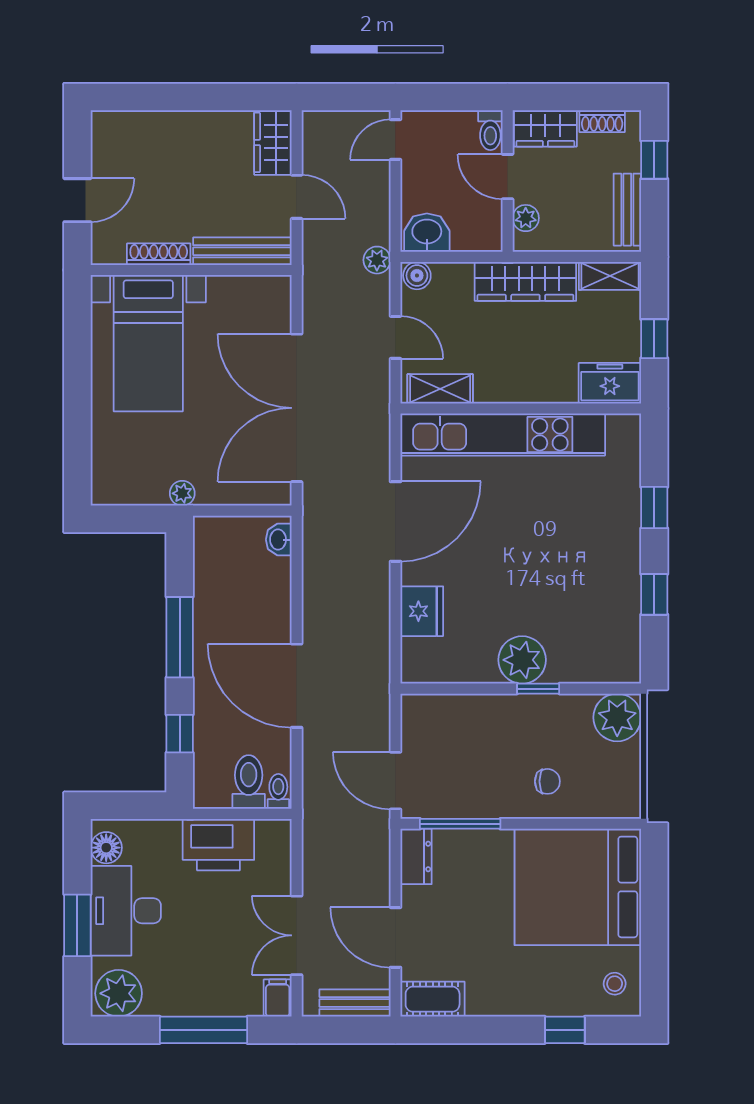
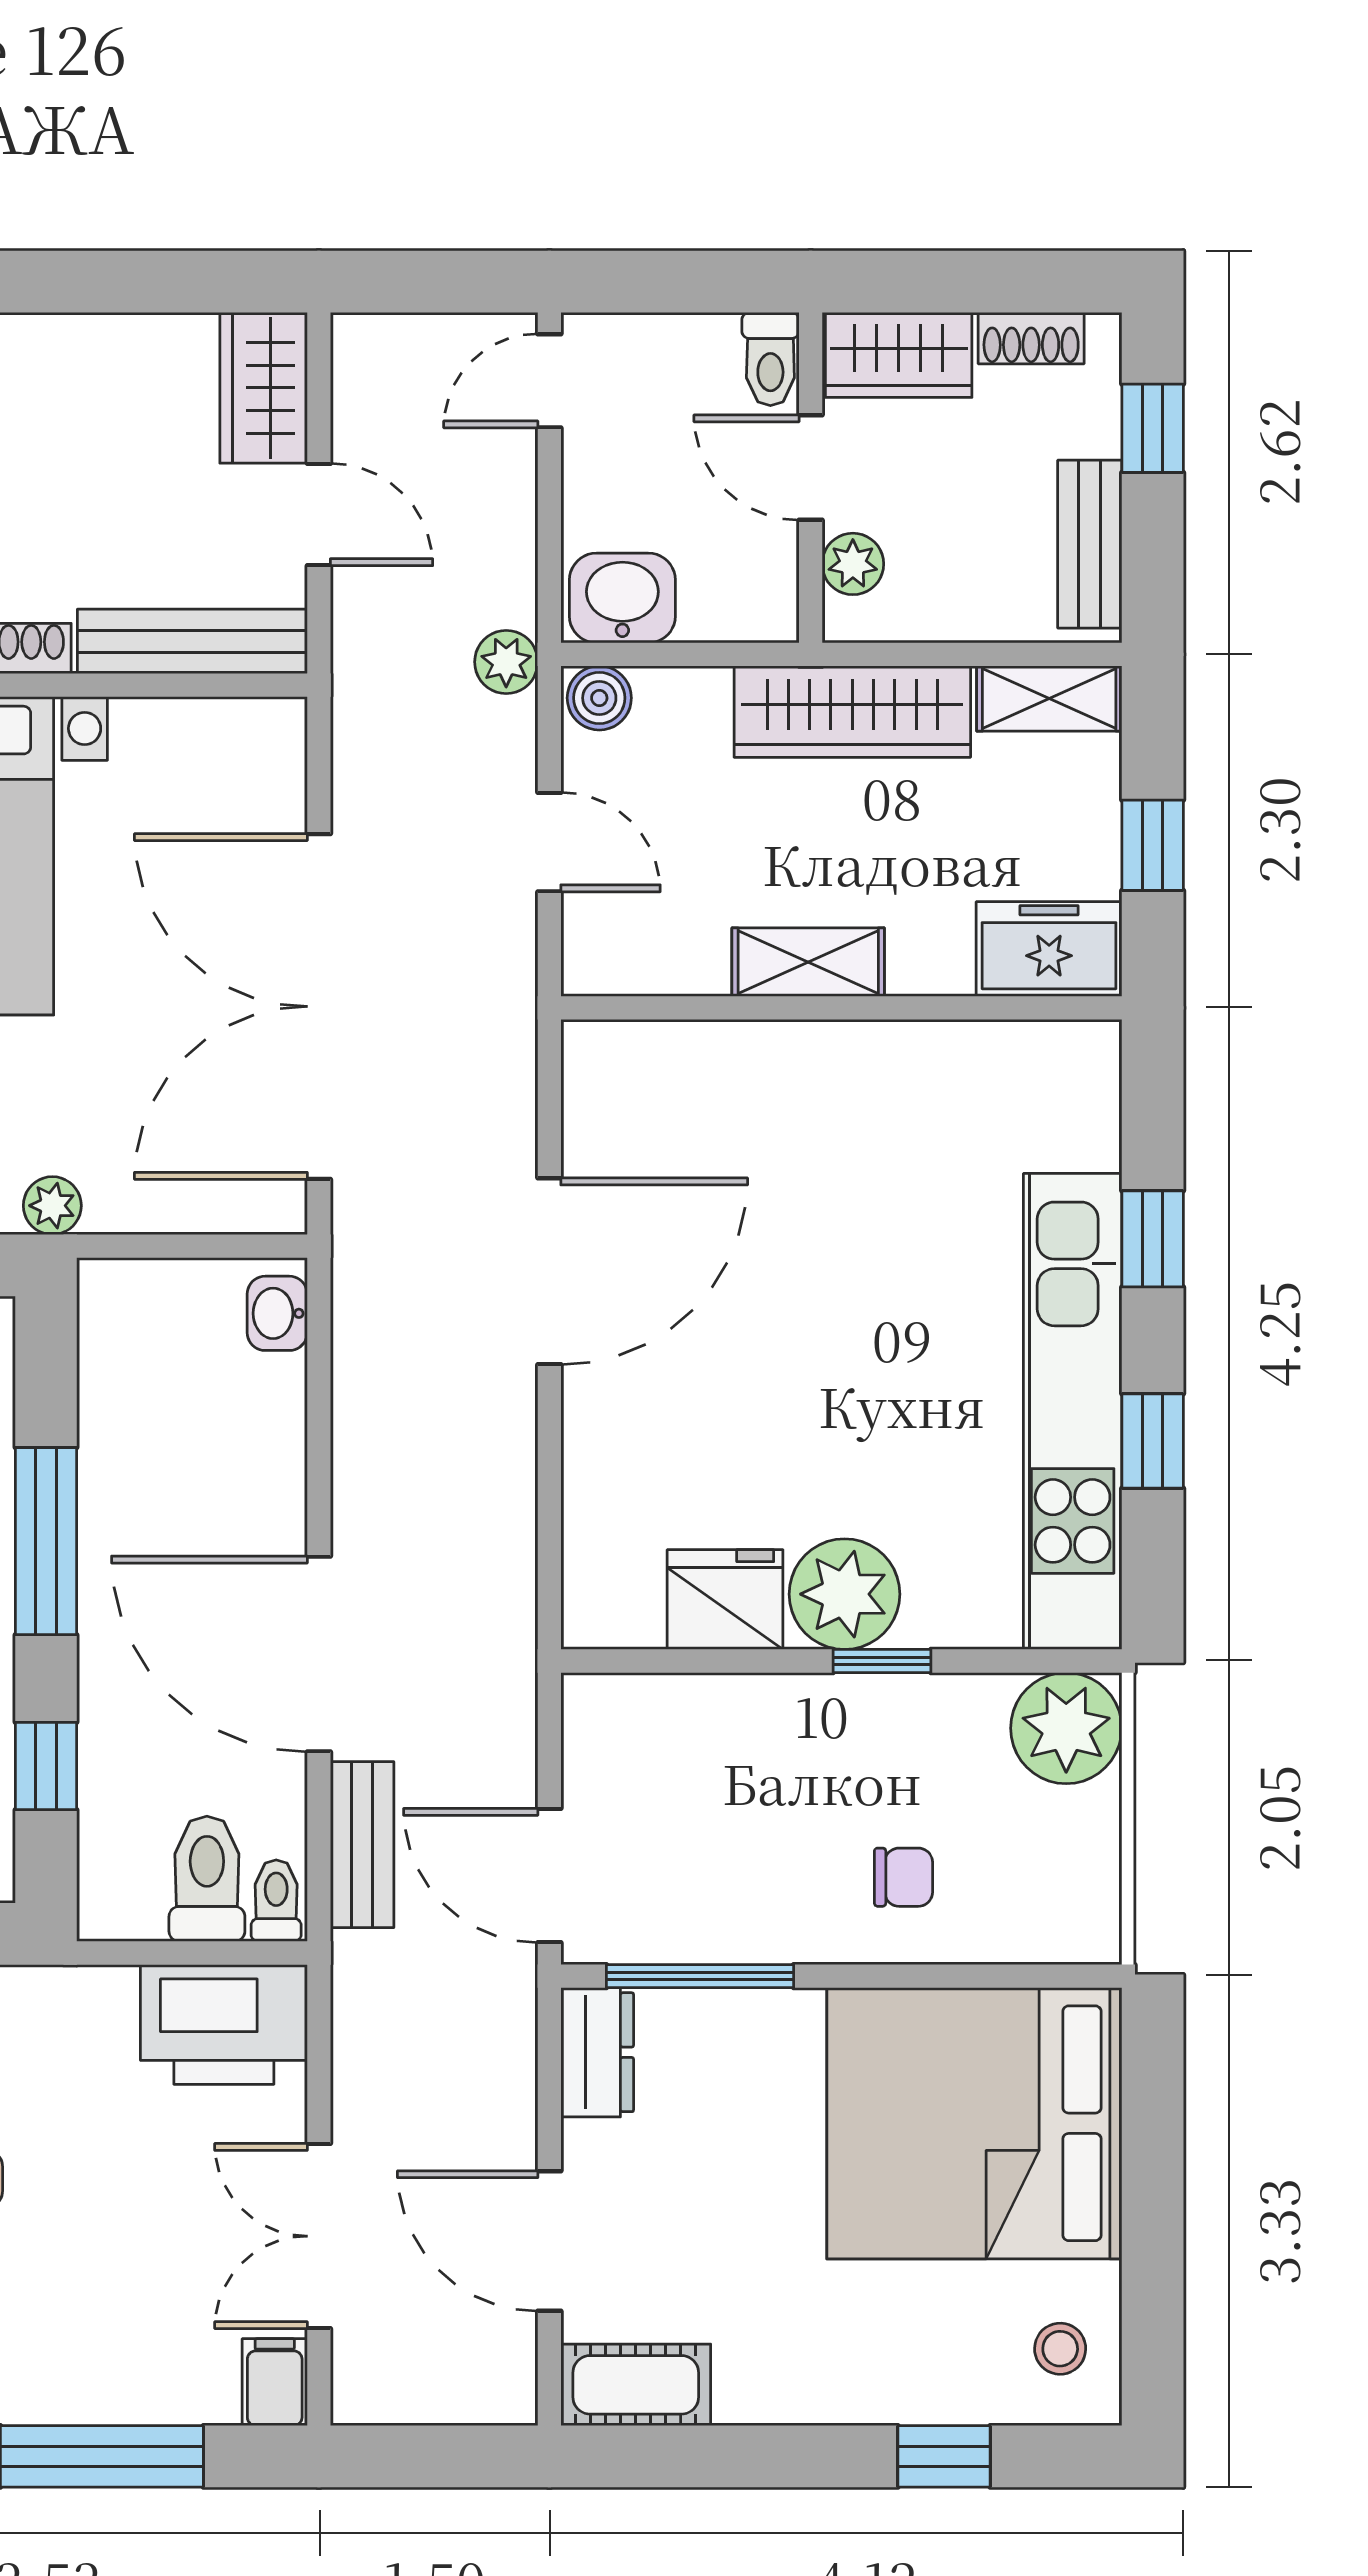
shelving: (440, 389) -> (808, 962), moved
kitchen unit: (503, 434) -> (1073, 1411), moved, turned 90
fridge: (422, 611) -> (725, 1600), moved, turned -90
printer: (218, 845) -> (224, 2024), moved
bench: (355, 1003) -> (362, 1845), moved, turned 90

